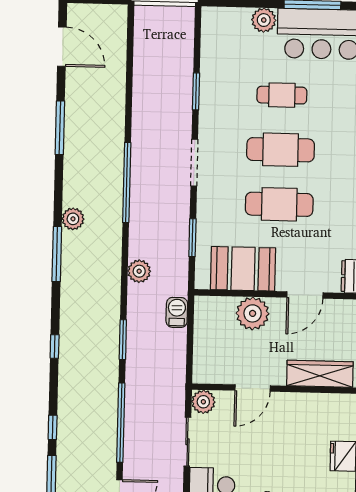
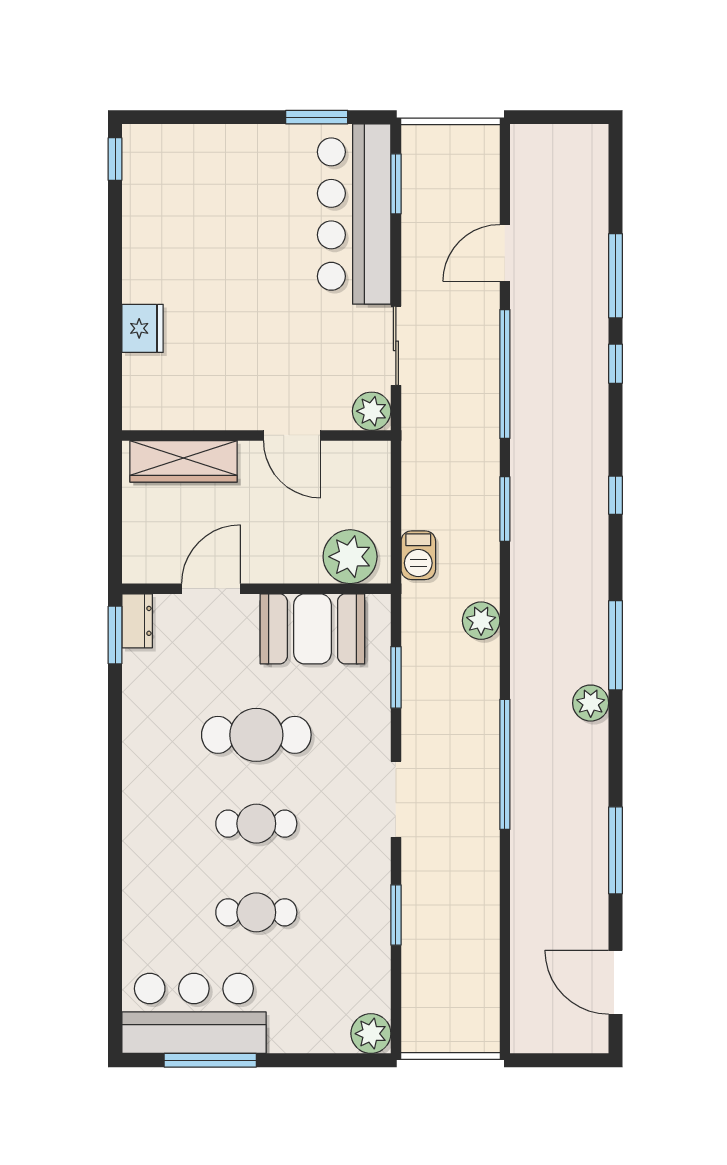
plant: (264, 20) -> (371, 1034), moved
cafe table: (281, 150) -> (256, 824), width x0.73, depth x0.74
plant: (253, 313) -> (350, 557), moved
door: (253, 388) -> (292, 435), swing flipped

